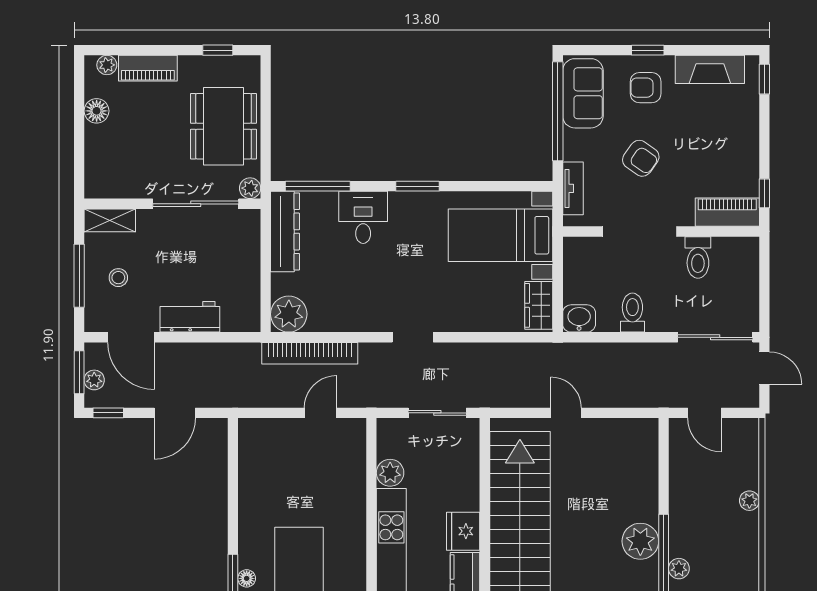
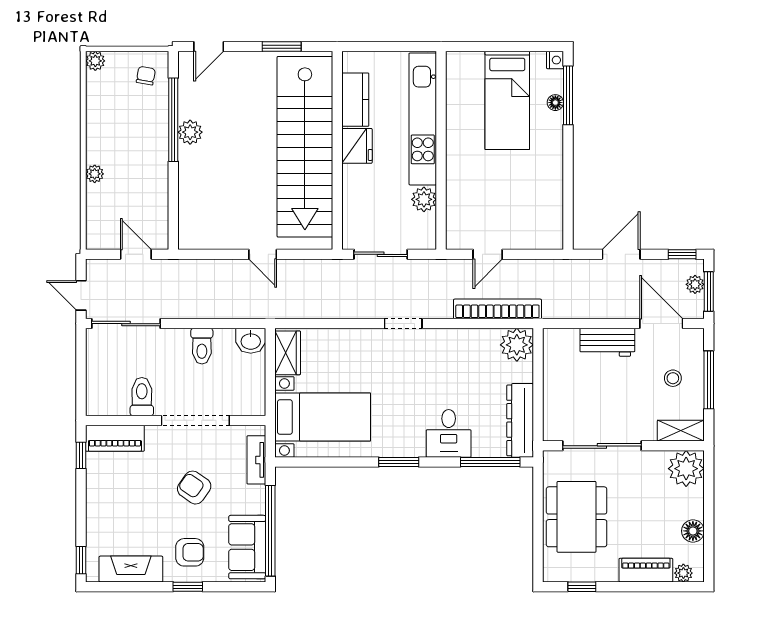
plant: (250, 188) -> (686, 469), moved, width x1.87, depth x1.87
plant: (640, 541) -> (190, 132), width x0.73, depth x0.73
plant: (679, 569) -> (159, 112), removed

